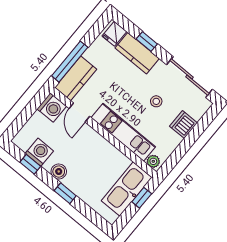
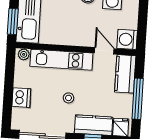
window: (70, 62) -> (138, 99), moved
stool: (156, 101) -> (68, 98), moved
window: (142, 198) -> (13, 21), width x1.50

